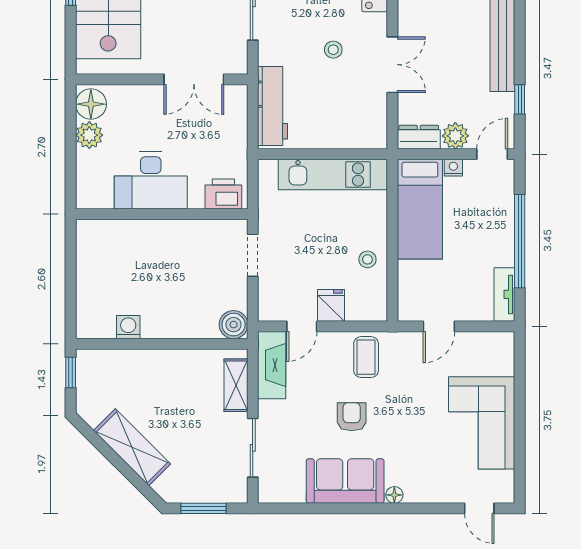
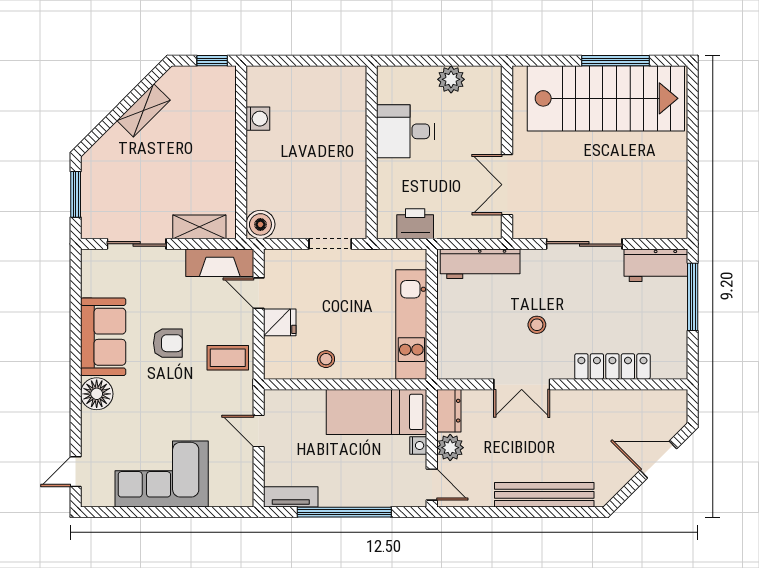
window: (520, 99) -> (487, 512), removed
floor lamp: (91, 104) -> (482, 81), removed
desk: (151, 181) -> (405, 131), width x0.73
printer: (223, 194) -> (415, 224), moved, turned -90
shelving: (132, 447) -> (144, 110), width x0.67, depth x0.75
floor lamp: (394, 495) -> (97, 394), width x1.89, depth x1.89

